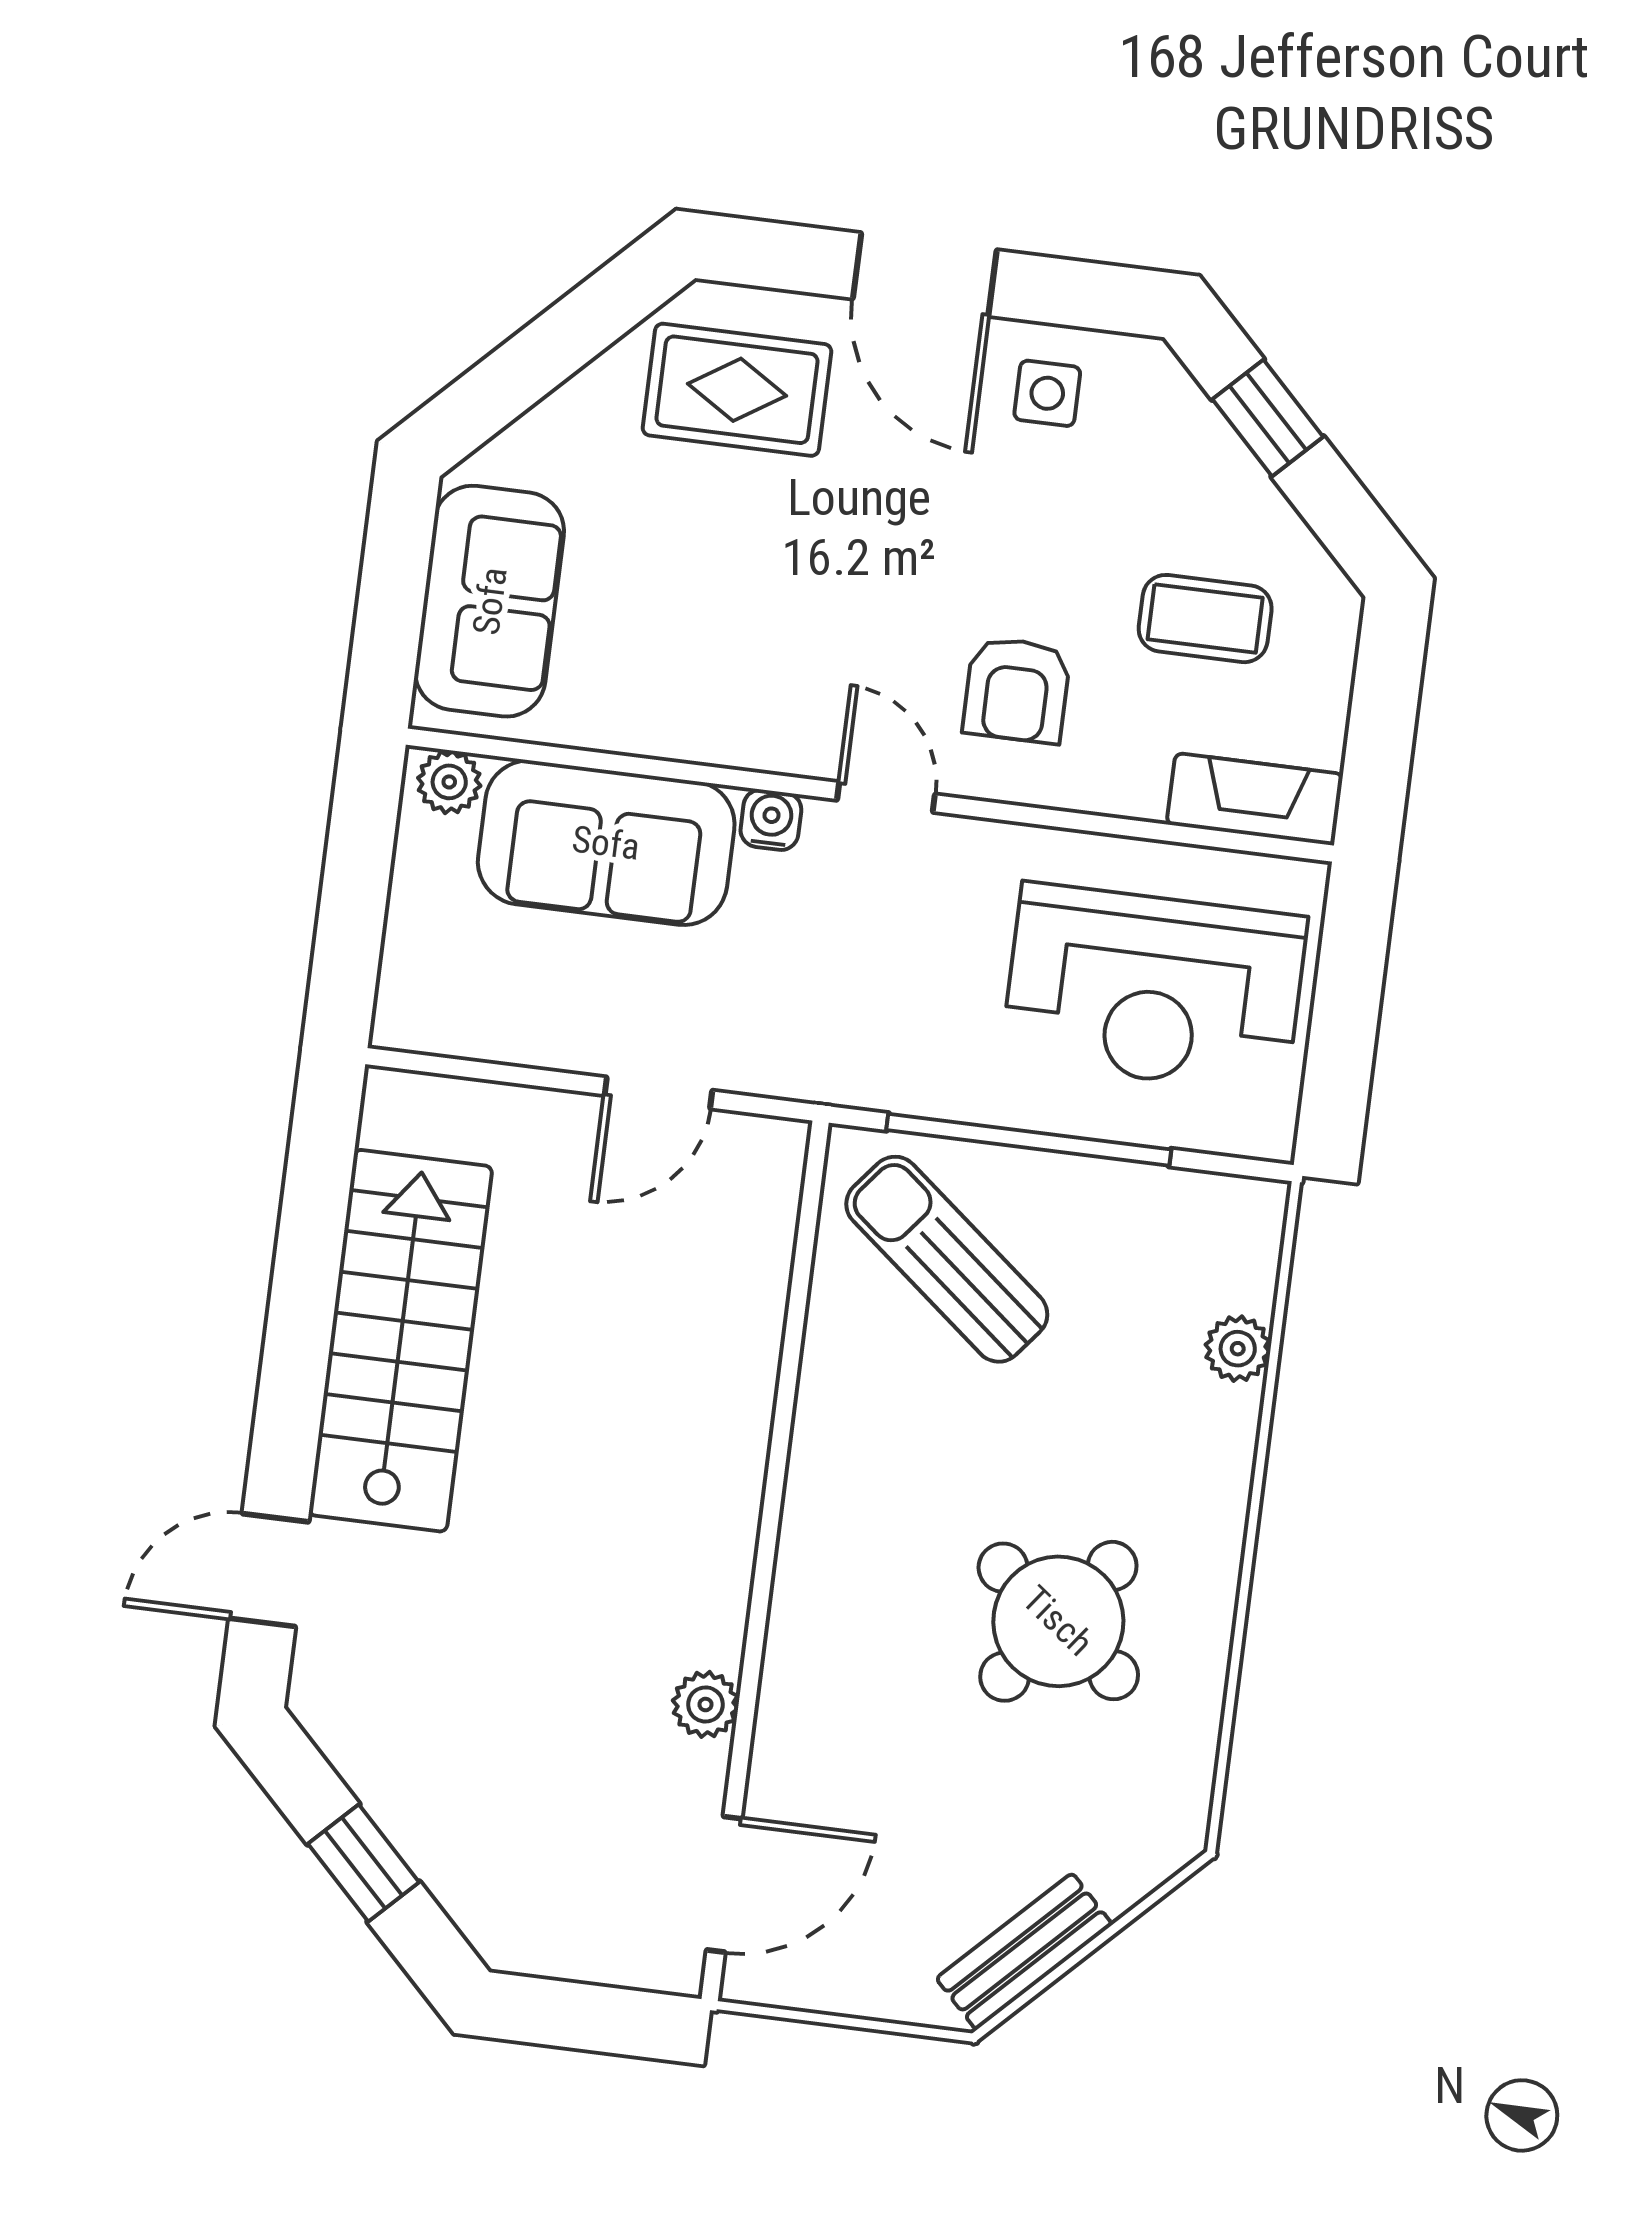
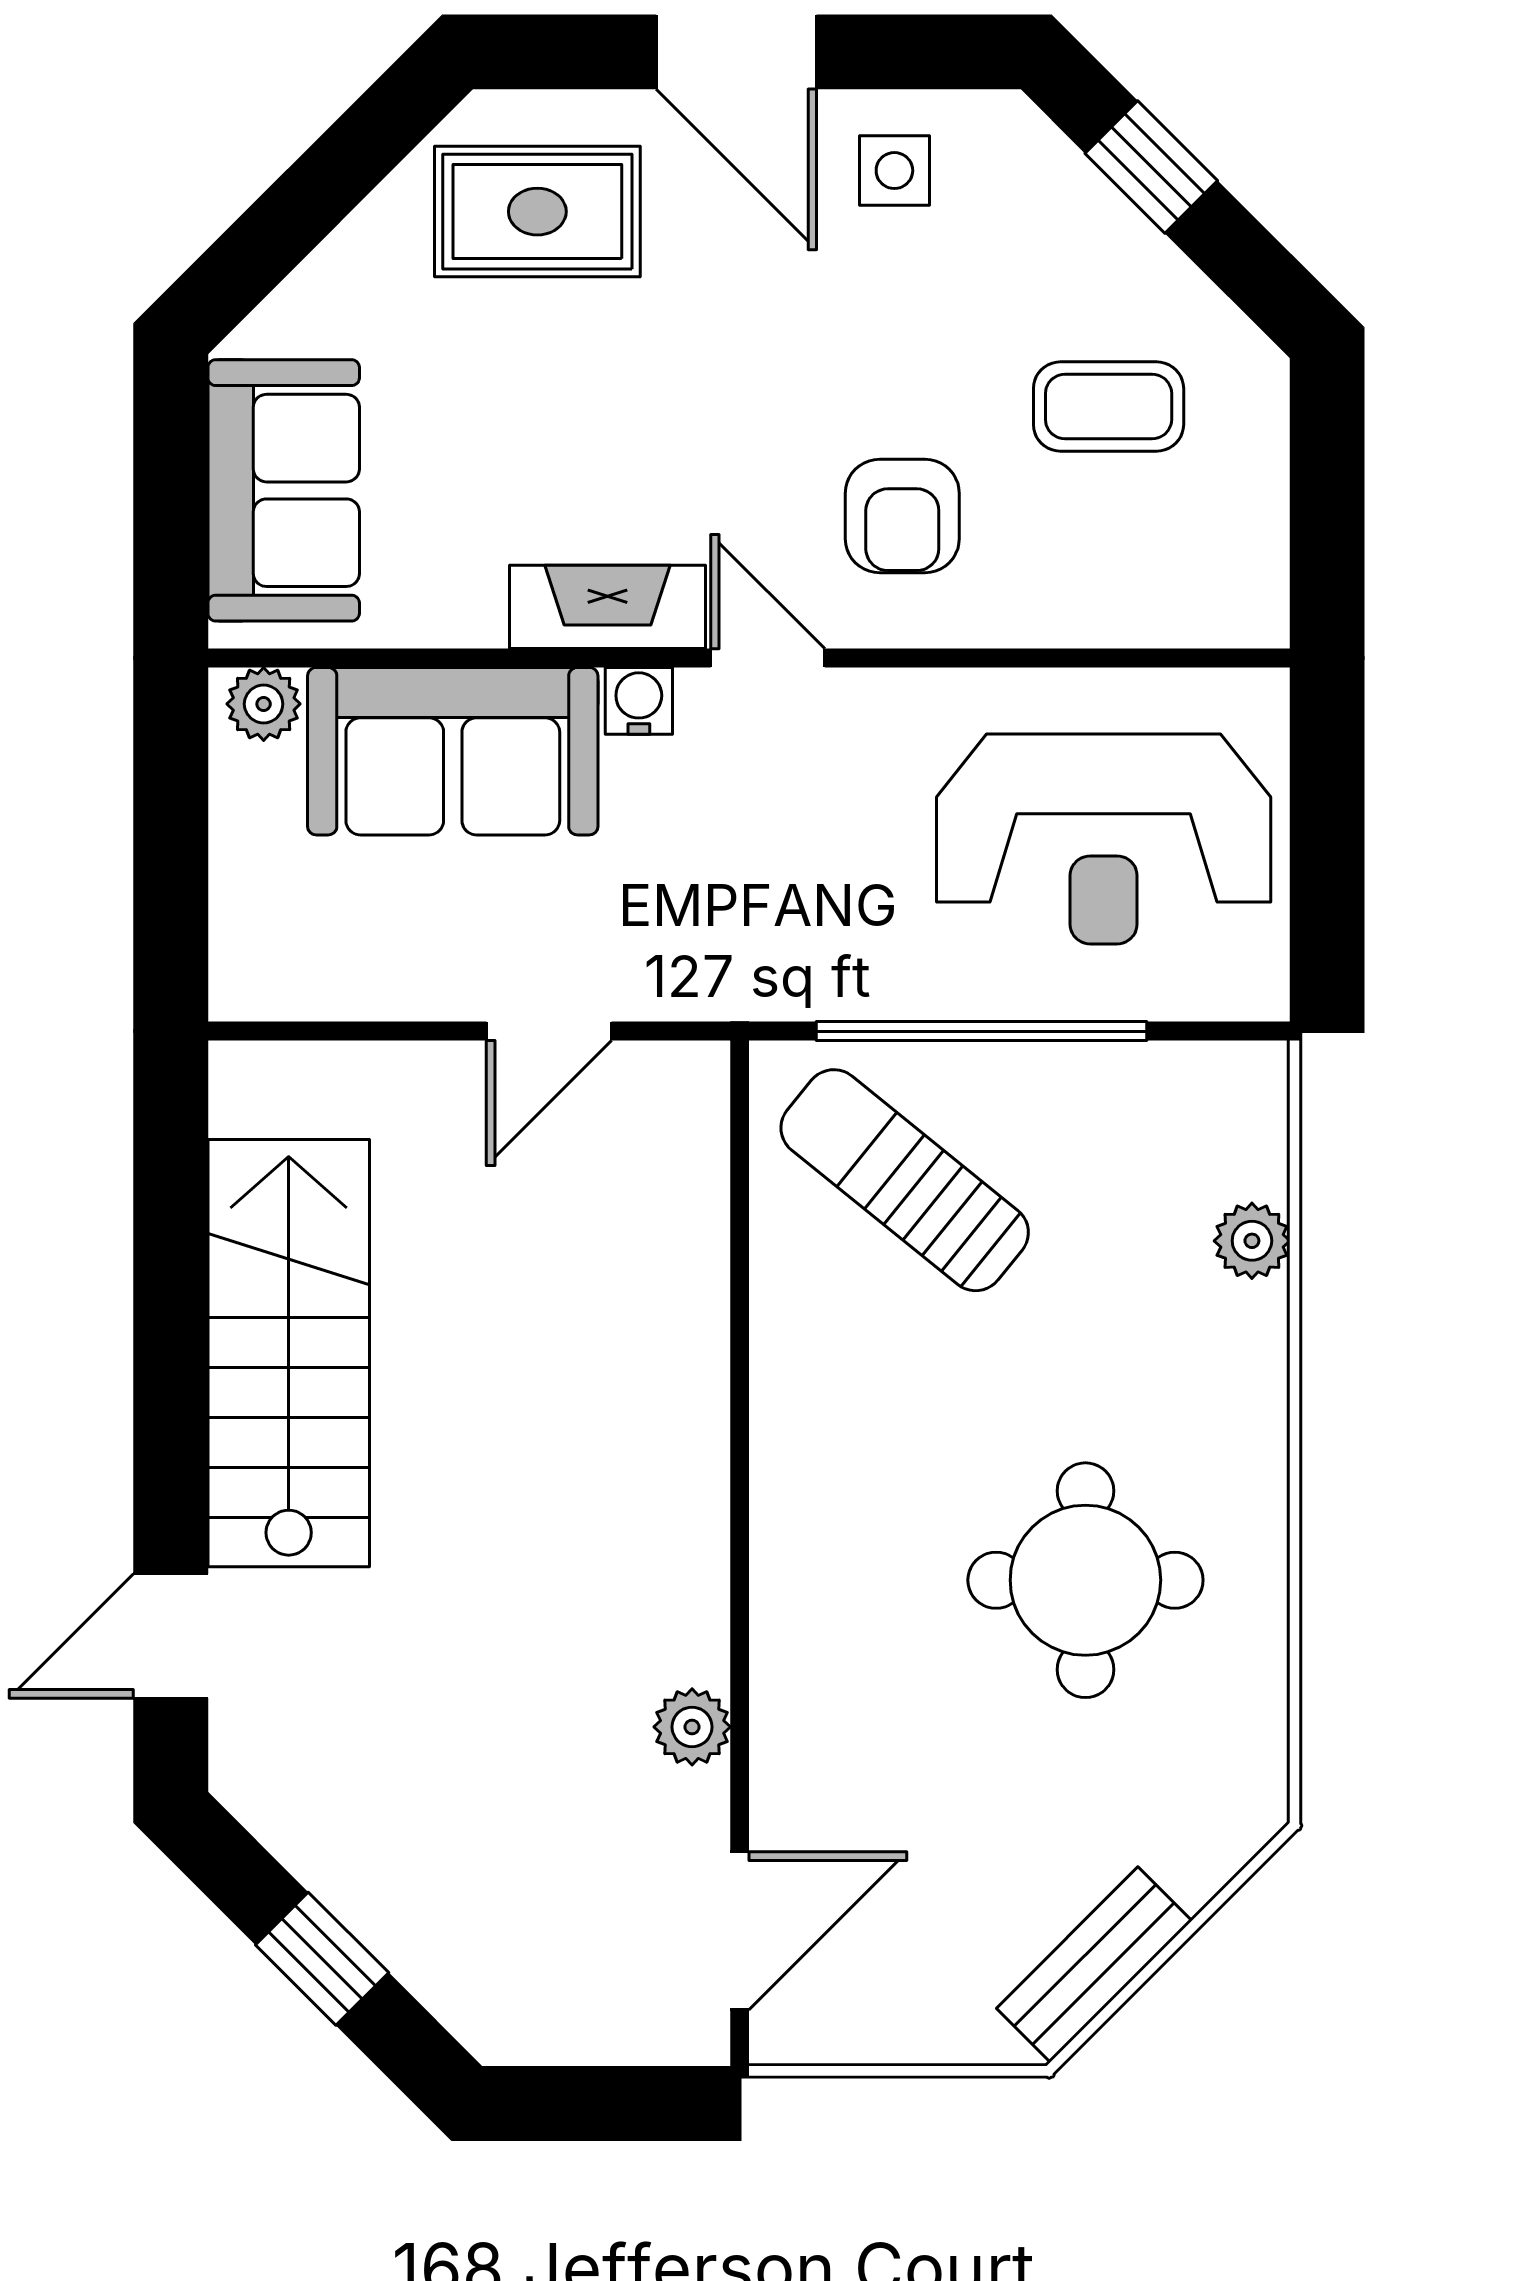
fireplace: (1255, 799) -> (608, 607), moved
round table: (1058, 1621) -> (1085, 1580), turned -37

